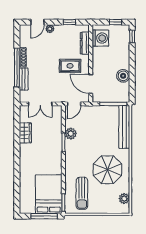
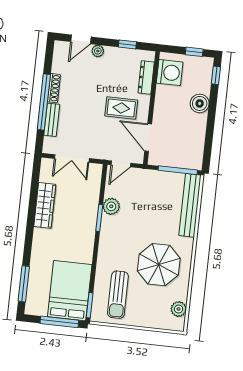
boiler: (123, 76) -> (200, 103), moved
wardrobe: (25, 133) -> (45, 205), width x1.50
window: (17, 193) -> (24, 284), added

